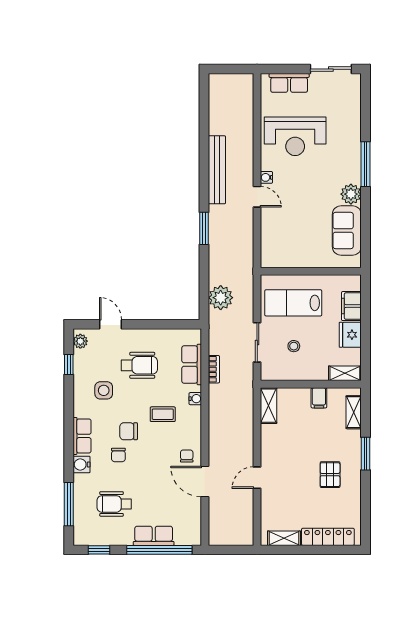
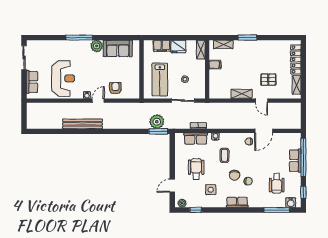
armchair: (278, 226) -> (115, 88), added
window: (204, 228) -> (158, 131), moved
shelving: (269, 406) -> (241, 94), moved
water cooler: (81, 464) -> (291, 203), moved
pallet: (330, 475) -> (268, 80), moved

